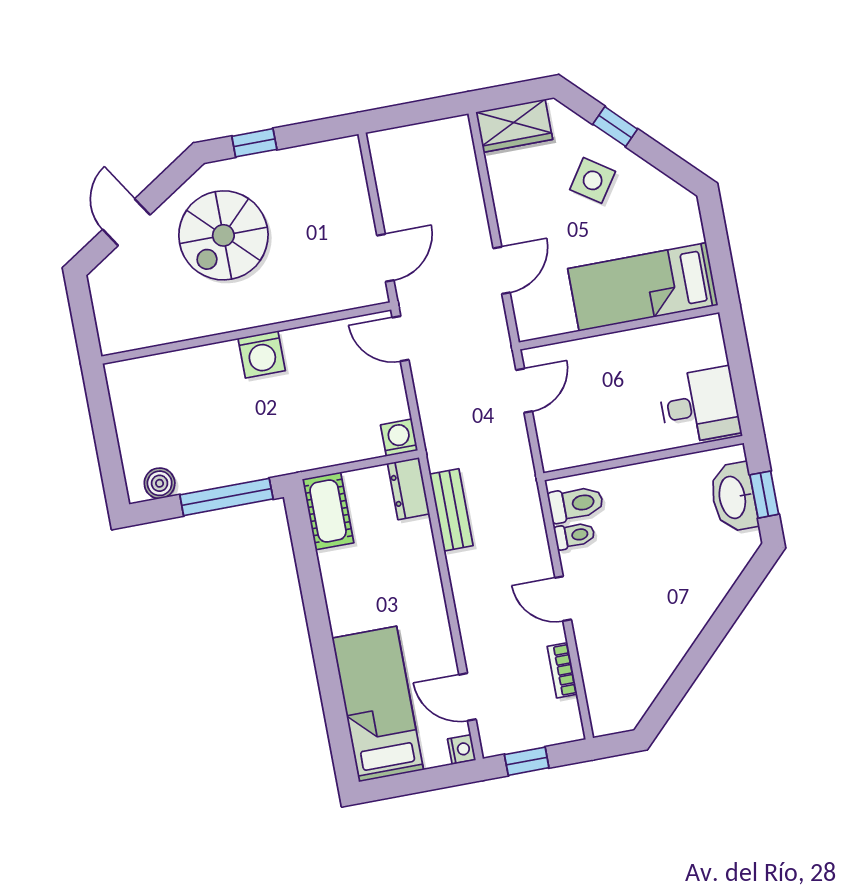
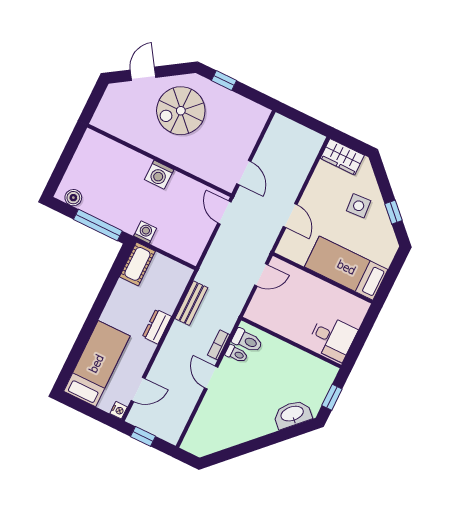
window: (615, 127) -> (393, 212), moved
side table: (593, 180) -> (359, 206), turned -38
door: (385, 258) -> (244, 173), hinge flipped
door: (502, 270) -> (290, 215), hinge flipped
washing machine: (399, 438) -> (145, 232), moved
dresser: (409, 489) -> (157, 327), moved
washbasin: (734, 497) -> (292, 414), moved, turned 45
bookcase: (562, 670) -> (219, 345), moved
door: (468, 697) -> (138, 389), swing flipped

